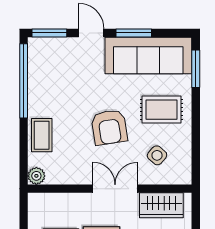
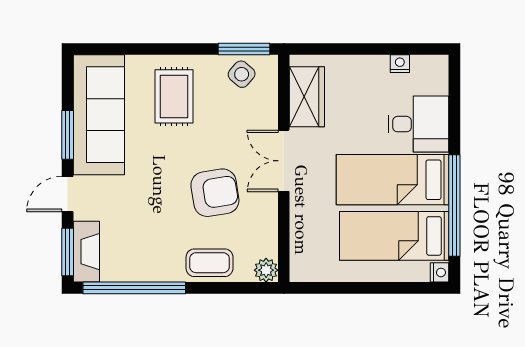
fireplace: (50, 46) -> (86, 252), added
window: (196, 69) -> (244, 49), moved
armchair: (109, 127) -> (215, 193), moved
side table: (157, 155) -> (242, 74), moved

